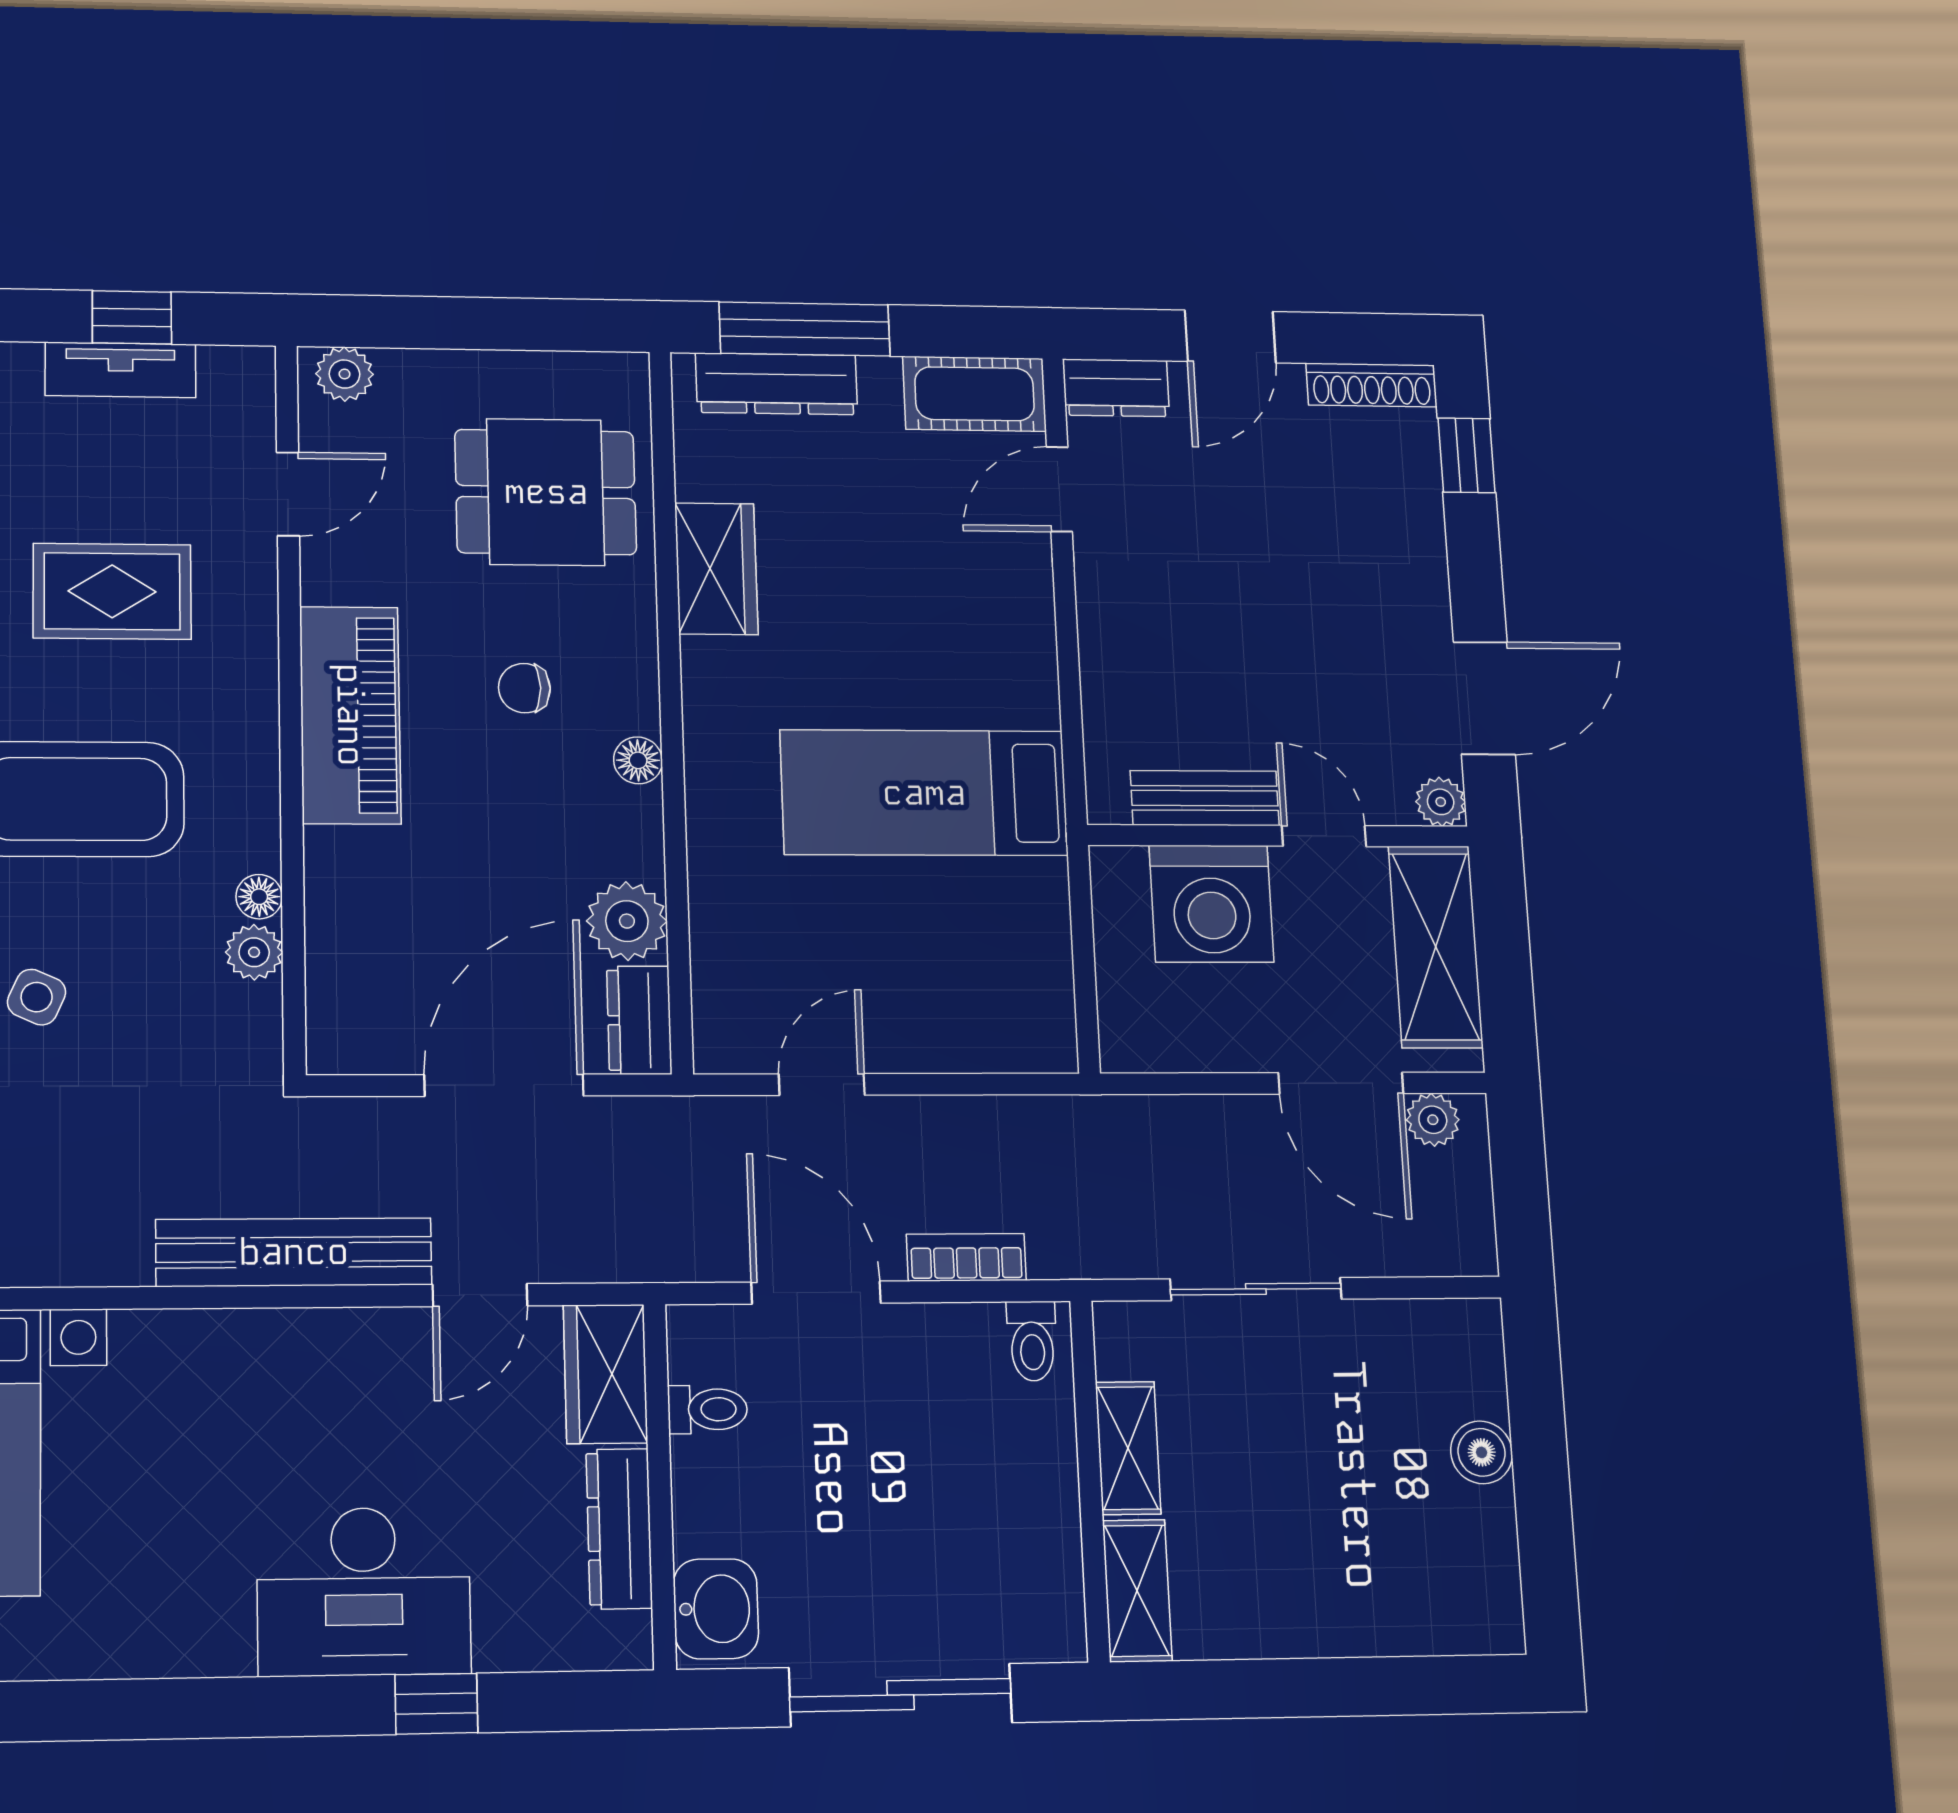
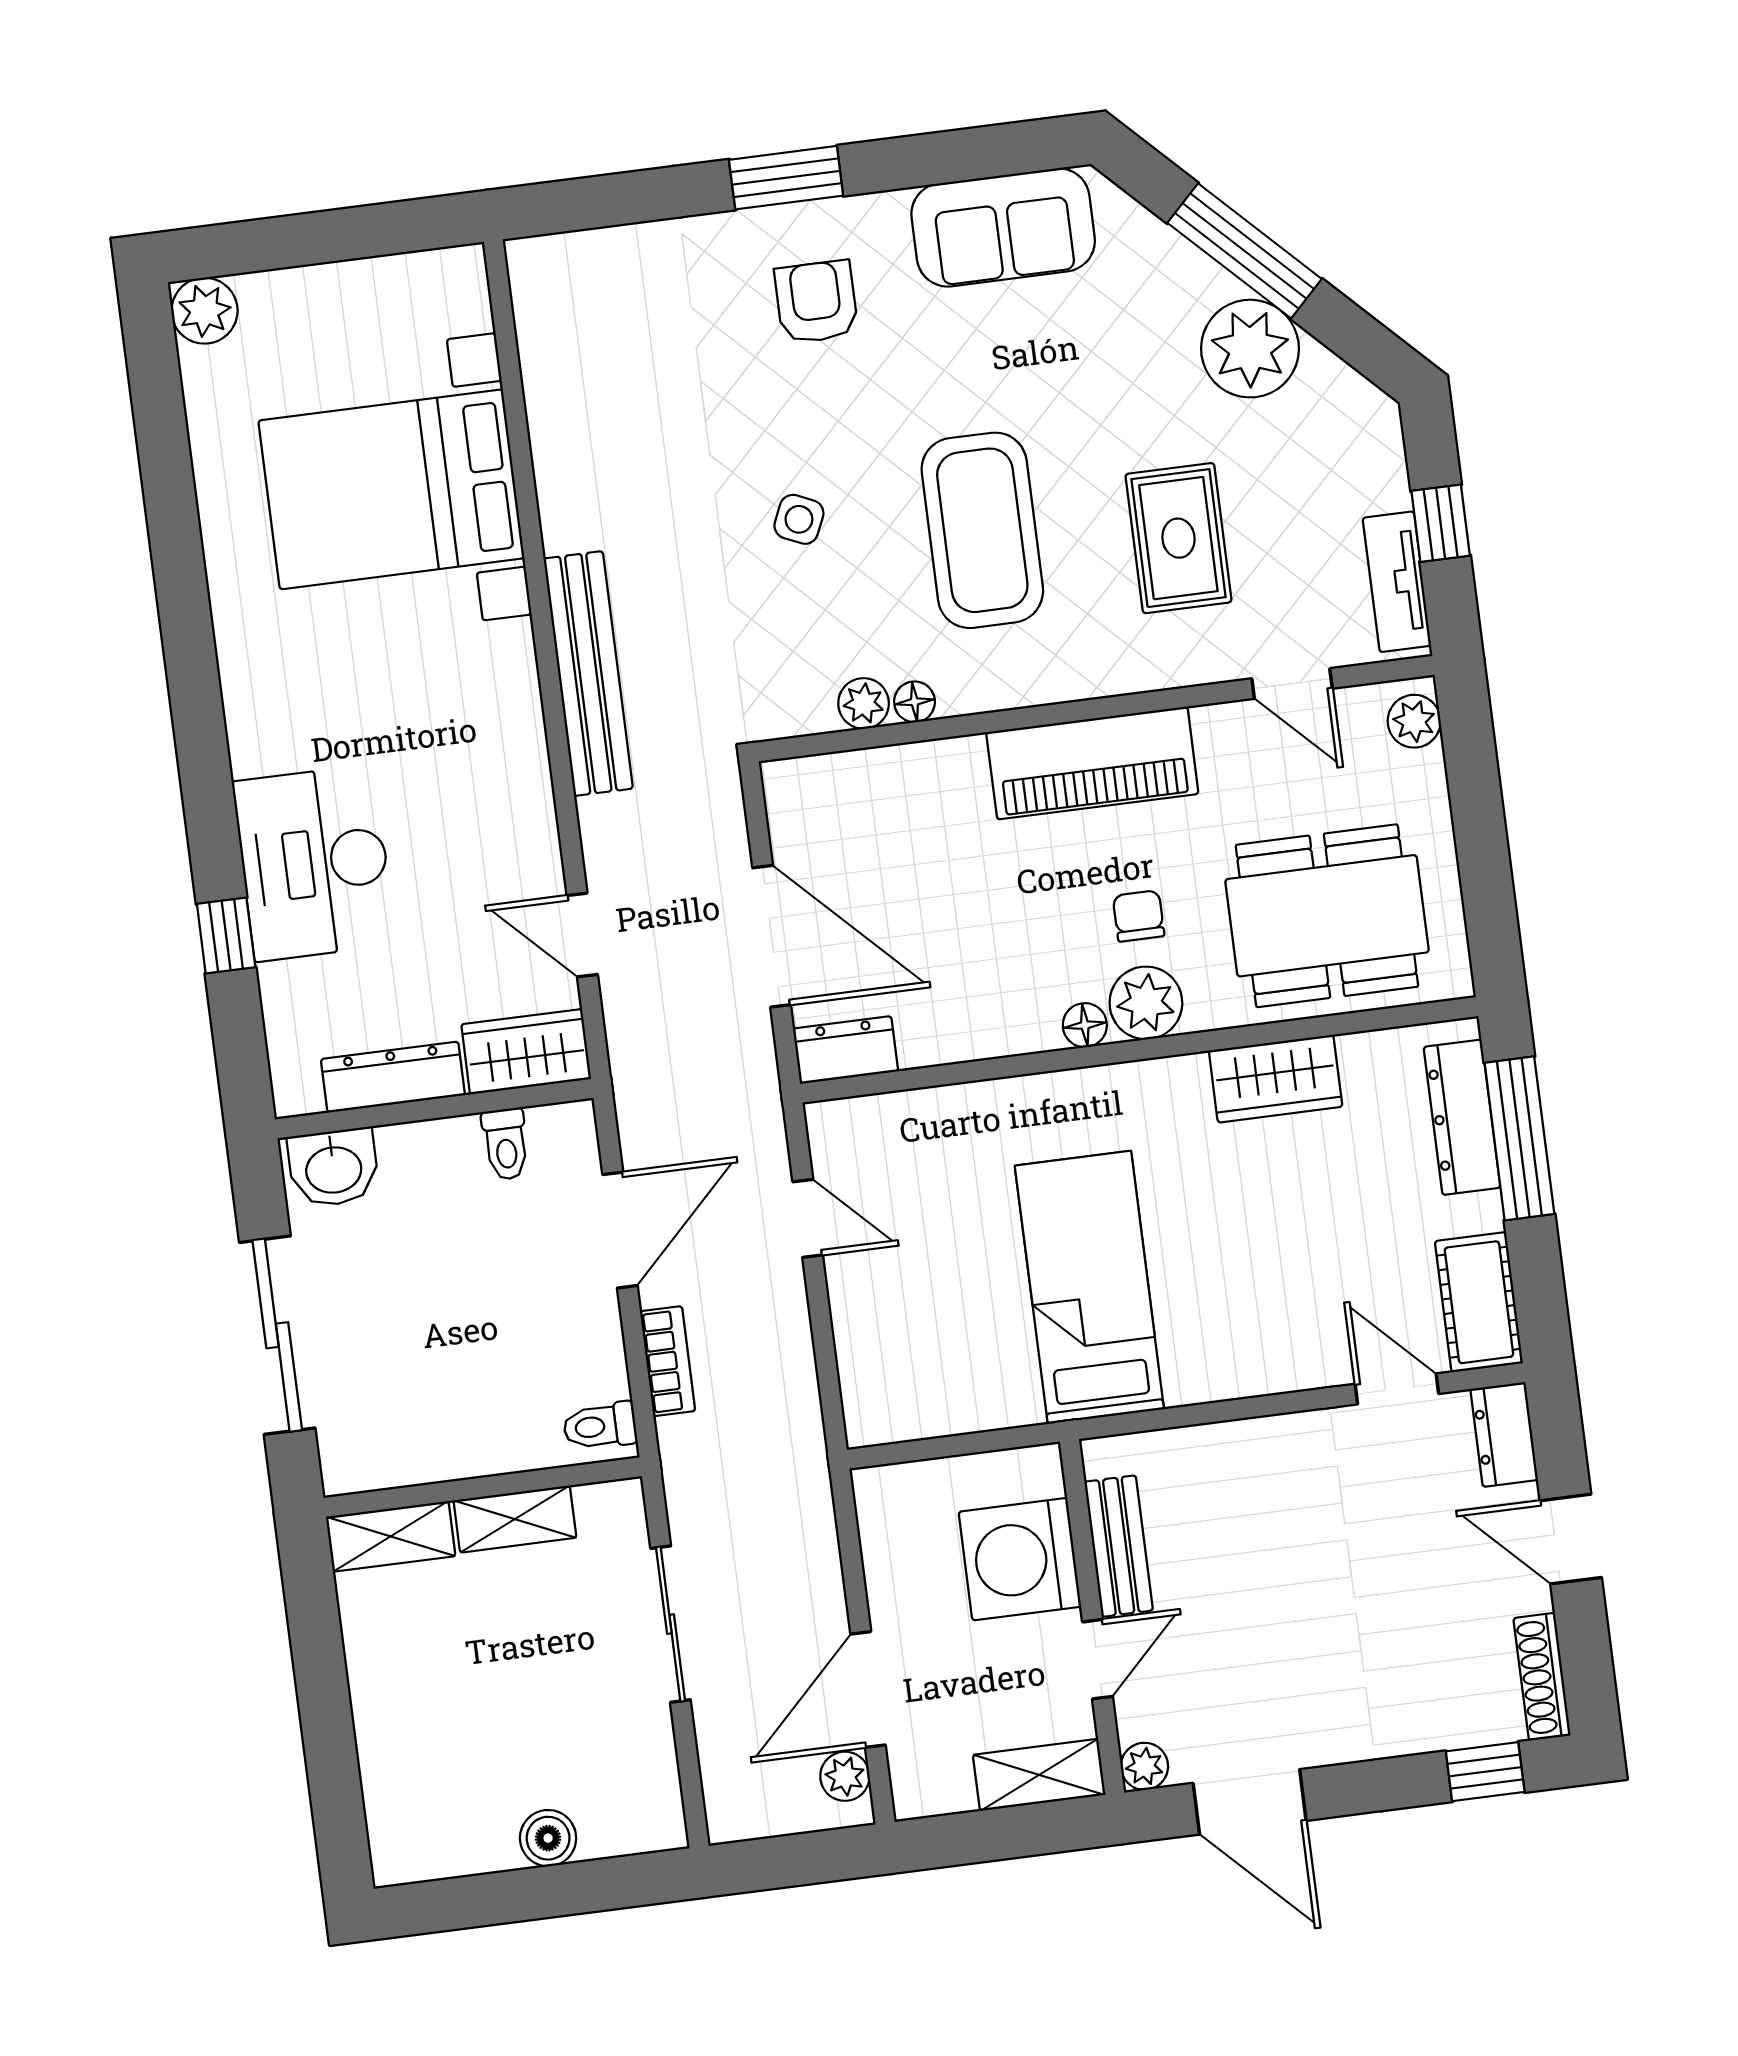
tv unit: (121, 370) -> (1397, 582), moved
dining table: (546, 492) -> (1327, 916), width x1.38
plant: (627, 921) -> (1146, 1003), moved
shelving: (1436, 947) -> (1039, 1775), width x0.67, depth x0.75
bench: (294, 1252) -> (588, 674), moved

